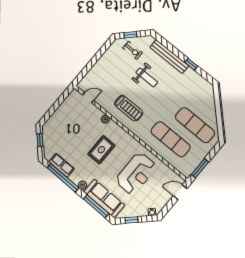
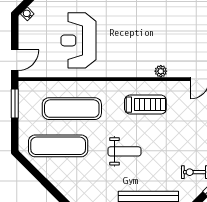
weight bench: (147, 77) -> (124, 151), moved, turned 180
treadmill: (129, 108) -> (145, 105), turned 180
rug: (101, 150) -> (137, 35), removed

